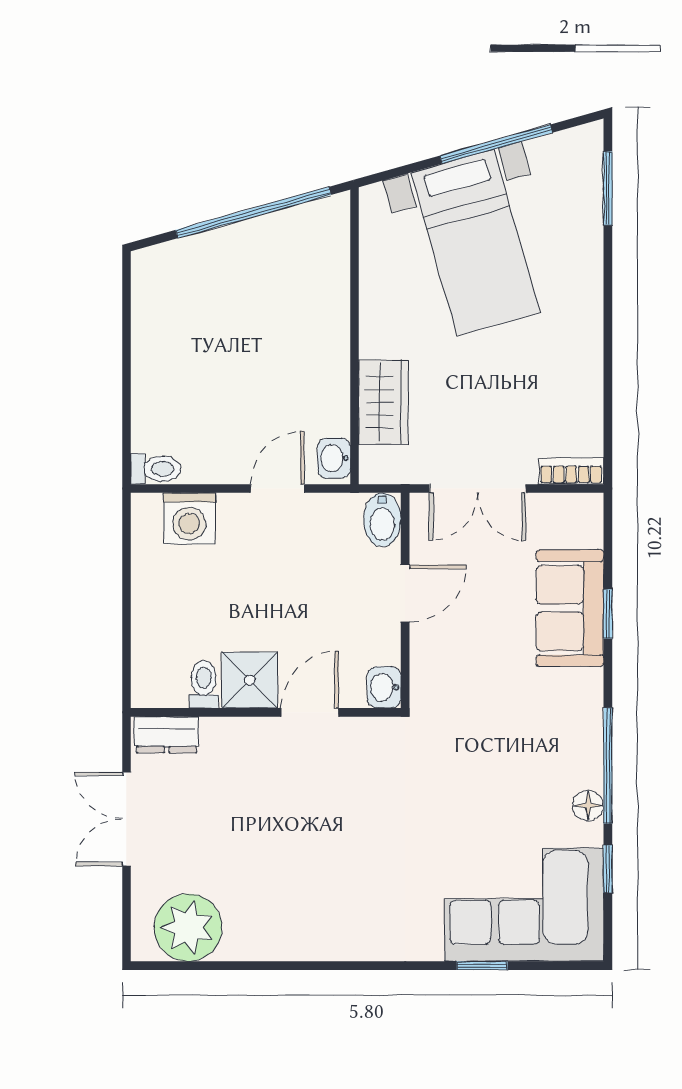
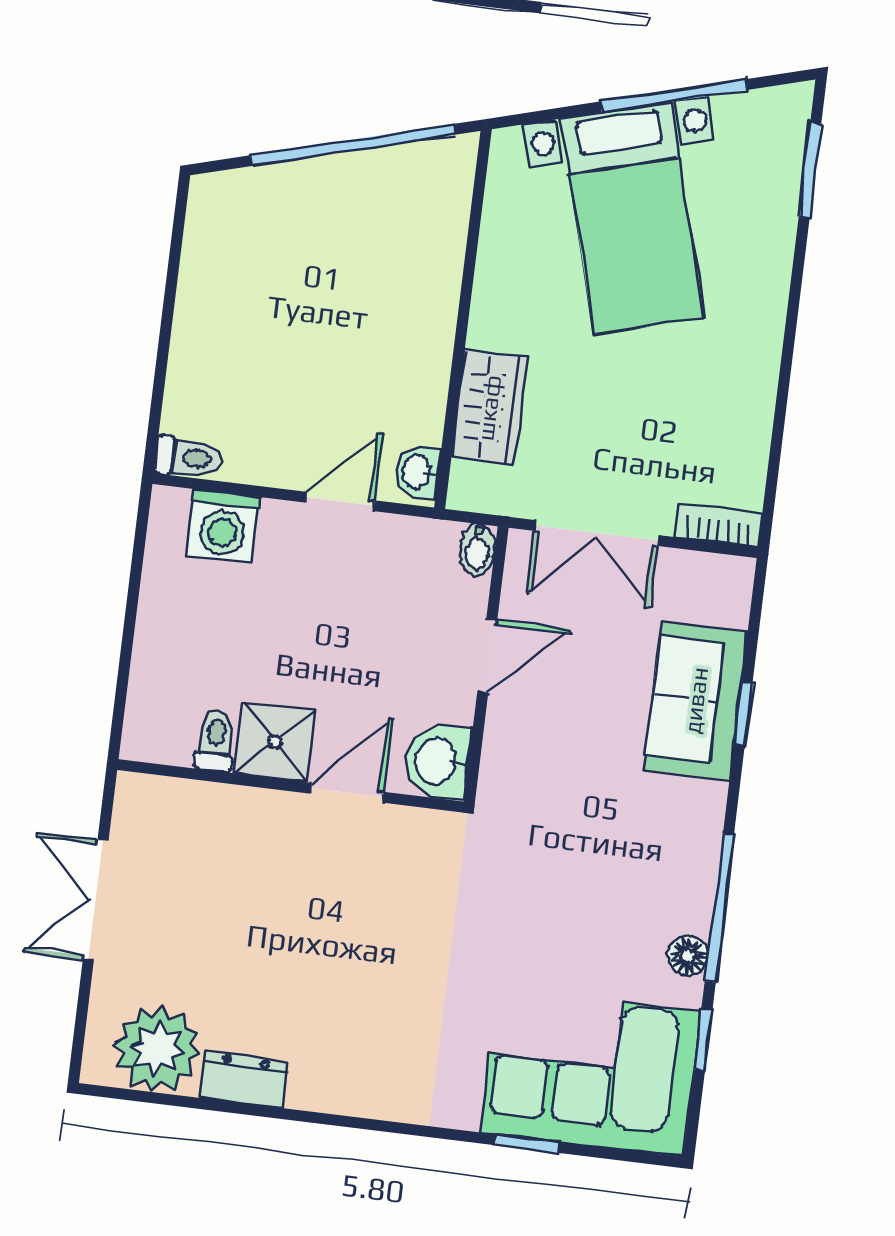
bidet: (382, 520) -> (477, 550), width x0.72, depth x0.74
washbasin: (384, 687) -> (437, 761), width x1.38, depth x1.45
dresser: (167, 735) -> (244, 1080), moved, turned 180

